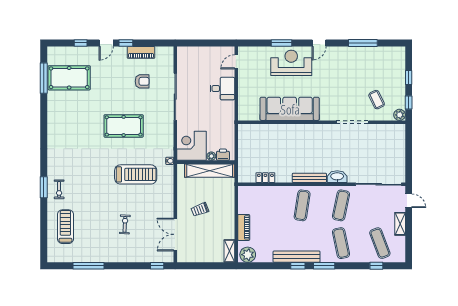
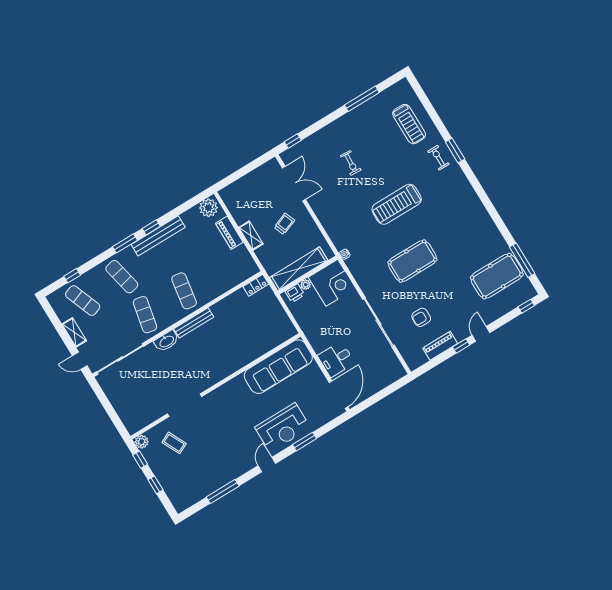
window: (81, 43) -> (526, 306), moved
door: (236, 62) -> (339, 395), width x1.87
sofa: (290, 109) -> (278, 367), moved
treadmill: (136, 174) -> (397, 204), moved
locker: (265, 178) -> (256, 285), moved
shelving: (229, 251) -> (251, 236), moved

